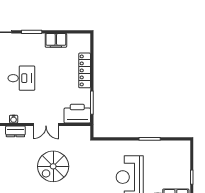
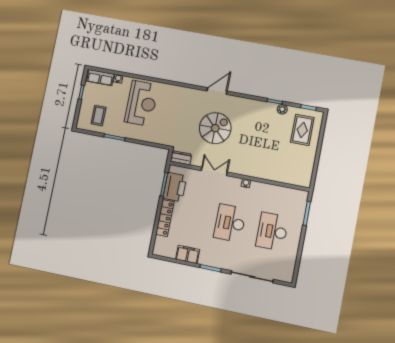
desk: (21, 78) -> (230, 223), width x1.37
printer: (77, 114) -> (175, 187), moved, turned -90
dresser: (15, 131) -> (181, 158), moved
coffee table: (170, 157) -> (99, 116), added

